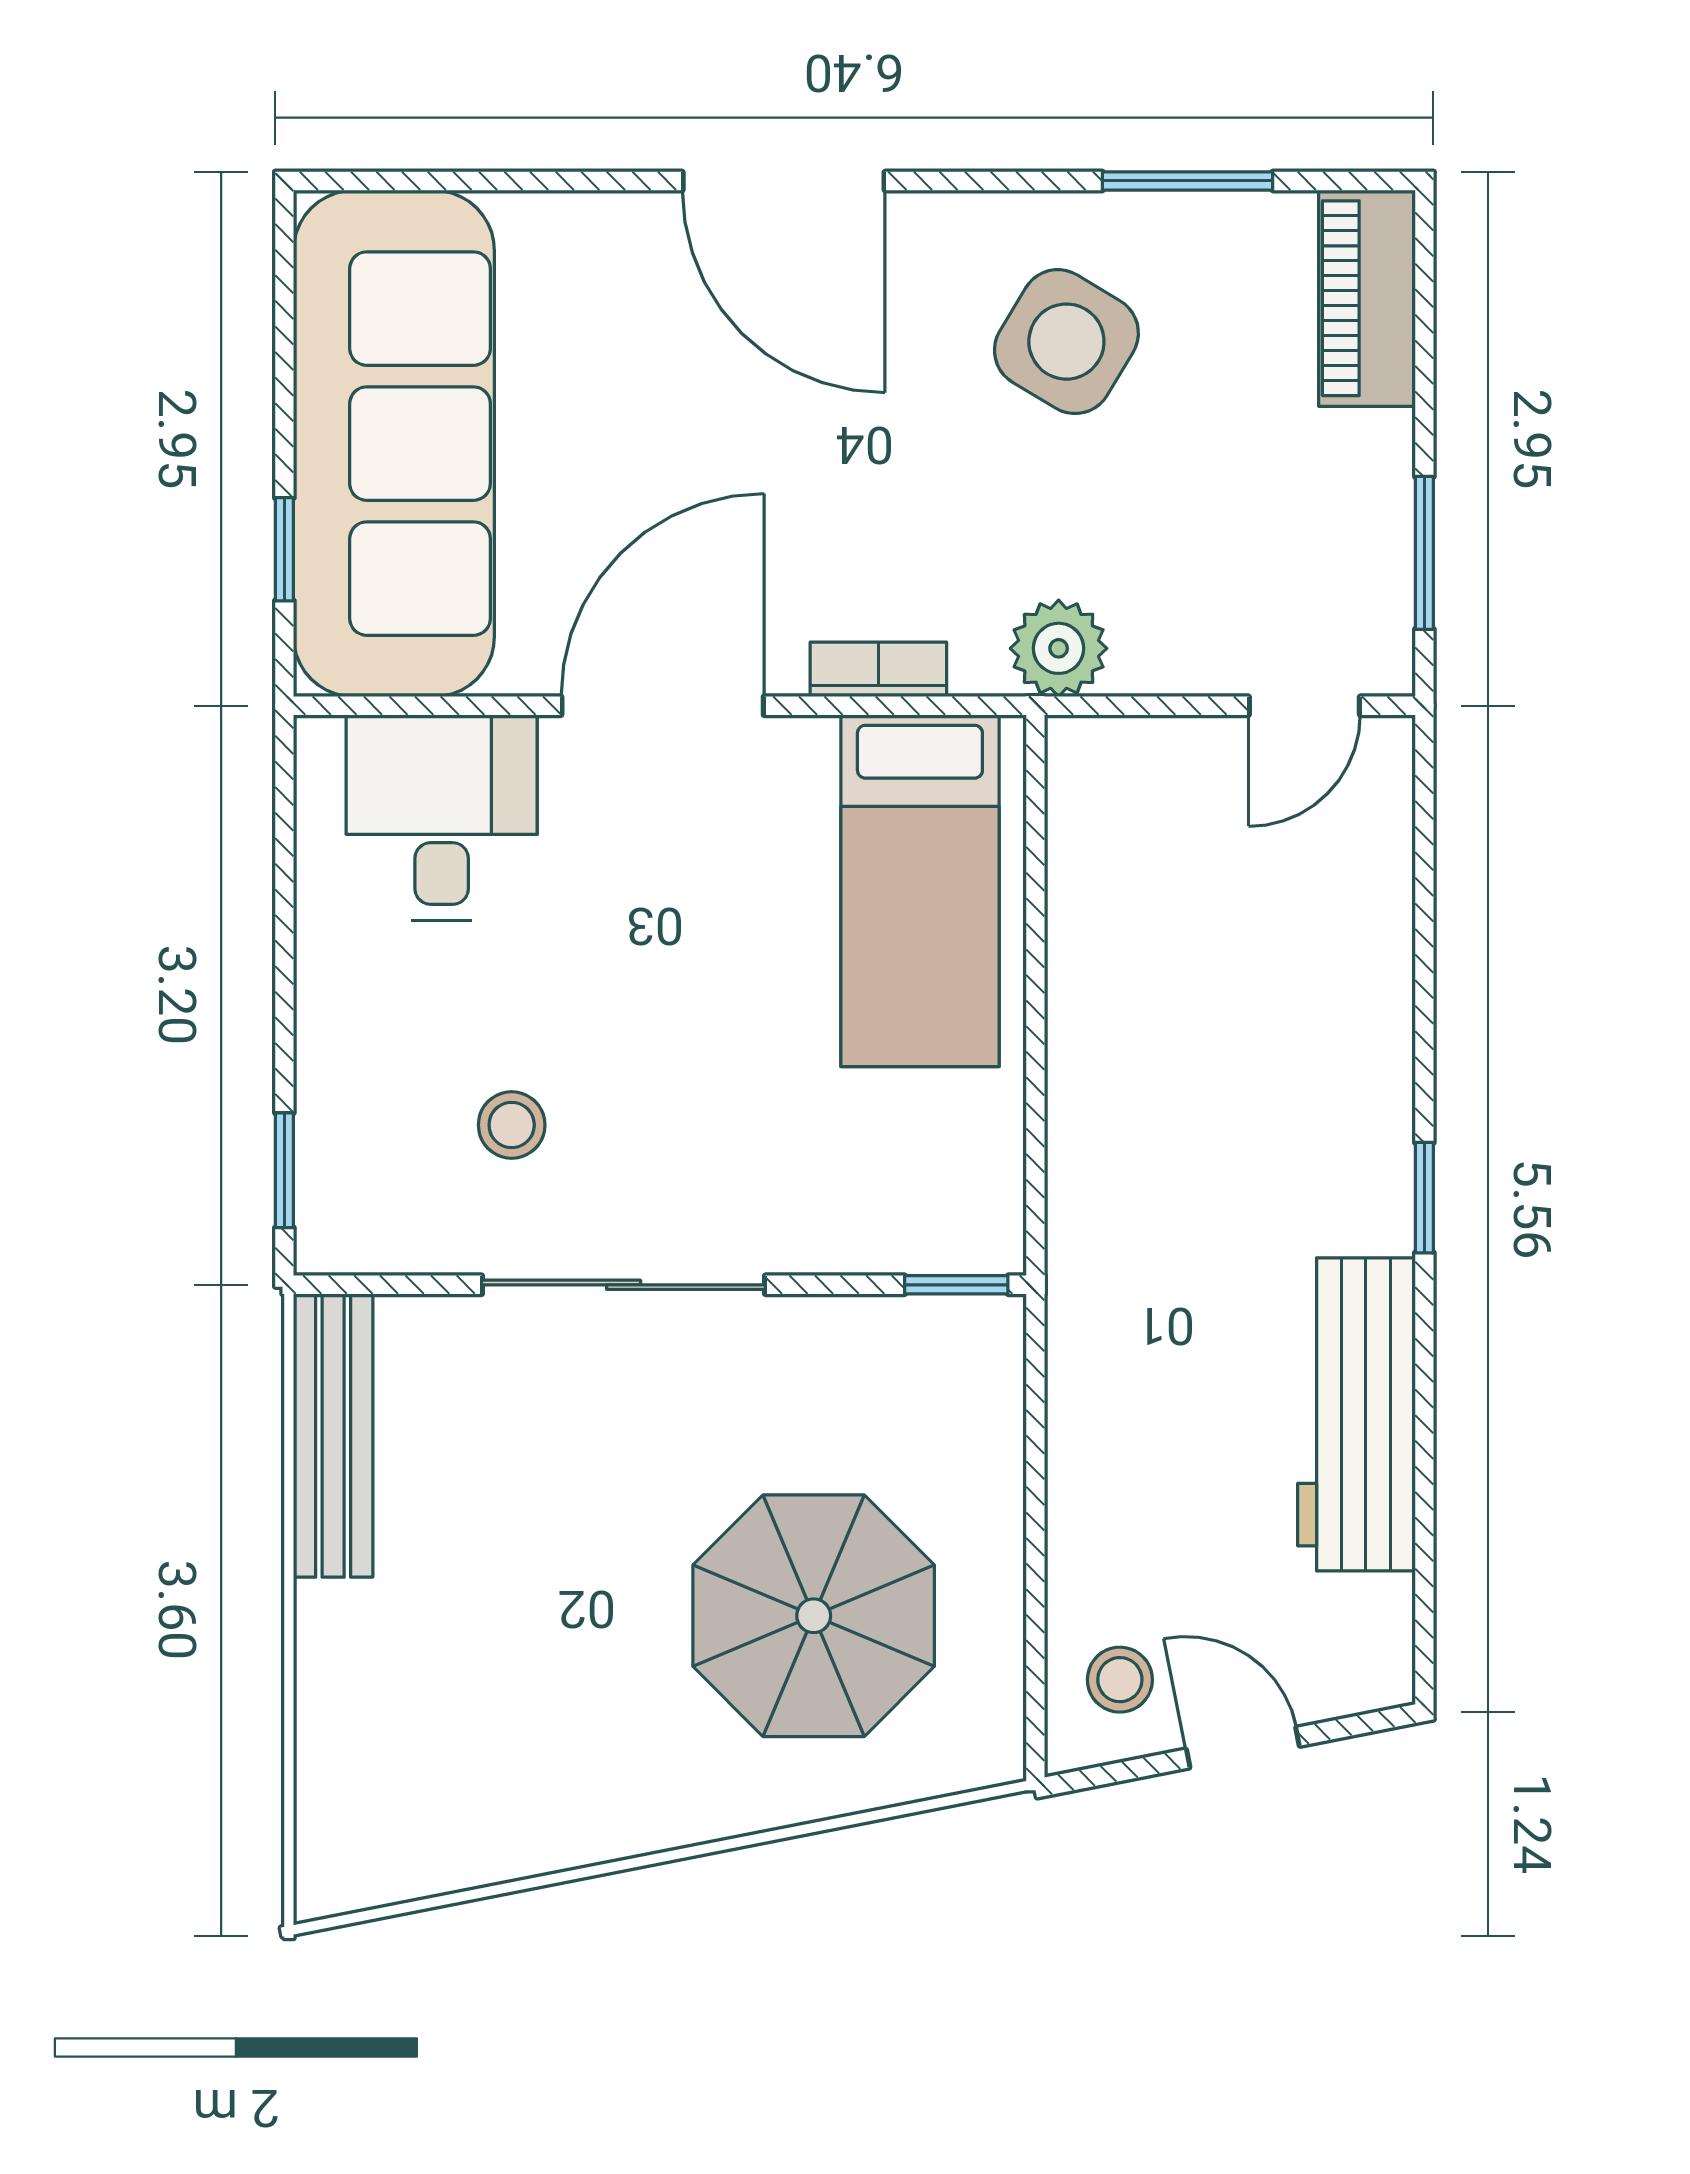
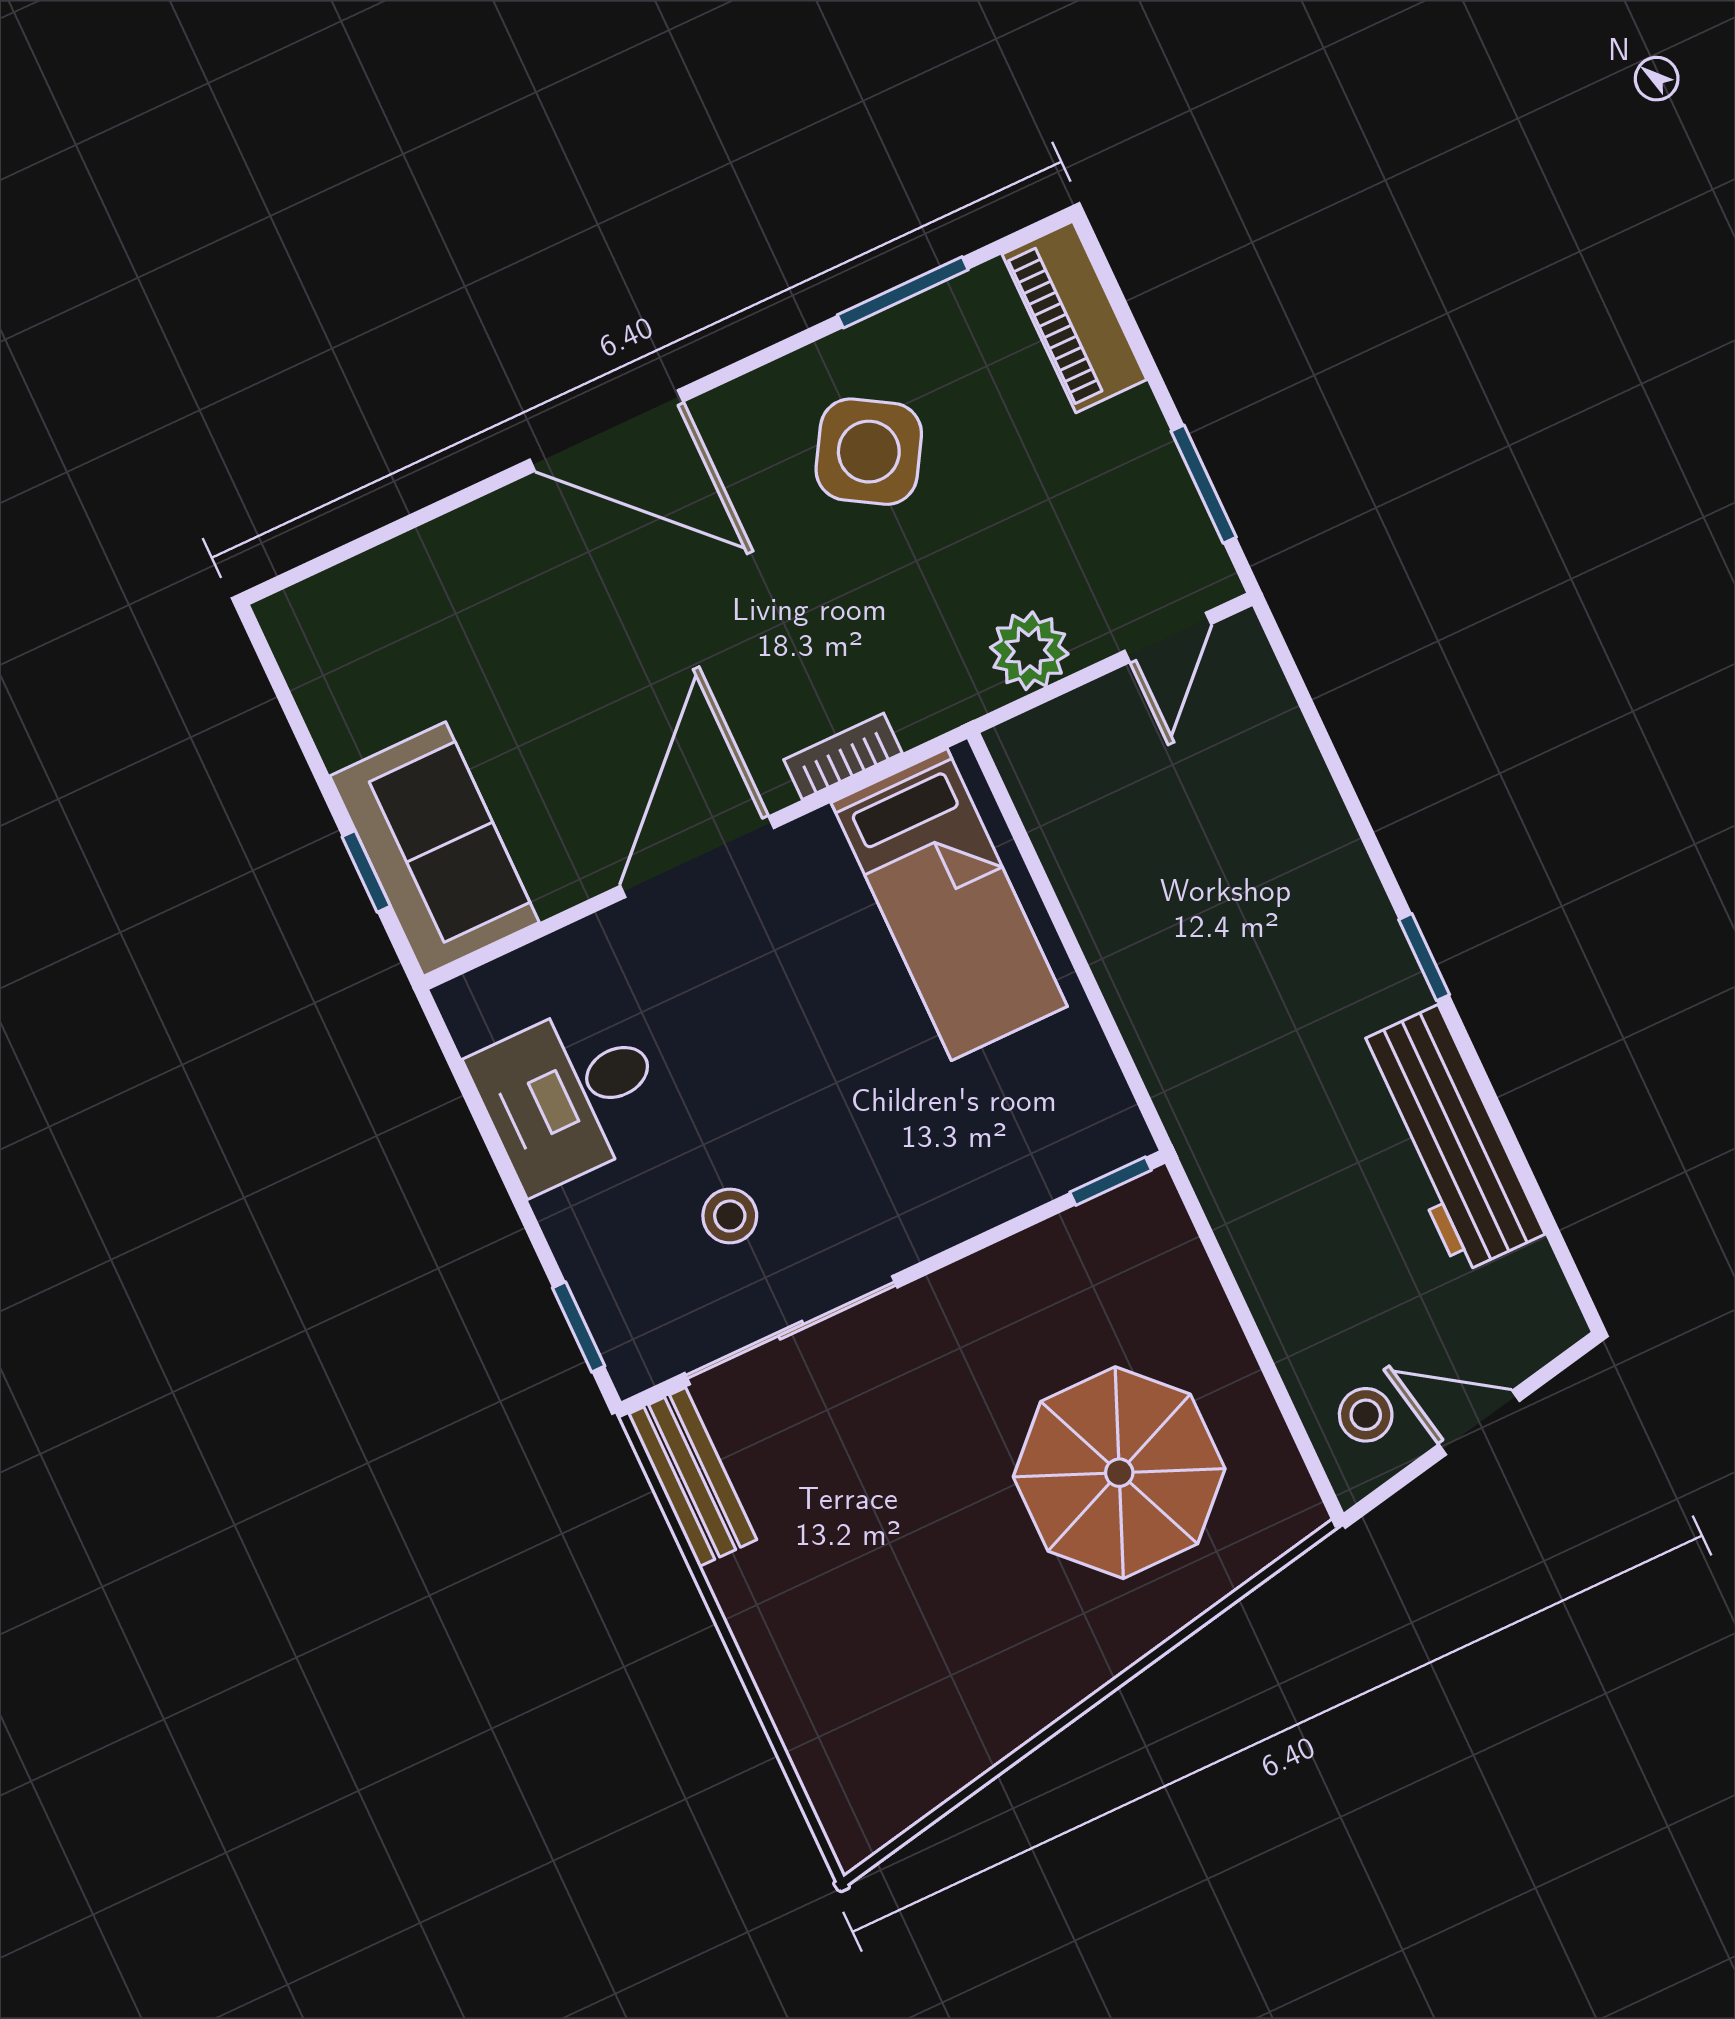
sofa: (394, 444) -> (434, 849), width x0.54, depth x0.79
plant: (1059, 648) -> (1029, 651), moved
desk: (442, 818) -> (570, 1094), moved, turned -90
sliding door: (624, 1285) -> (791, 1330), moved
bench: (333, 1435) -> (692, 1477), width x0.73

